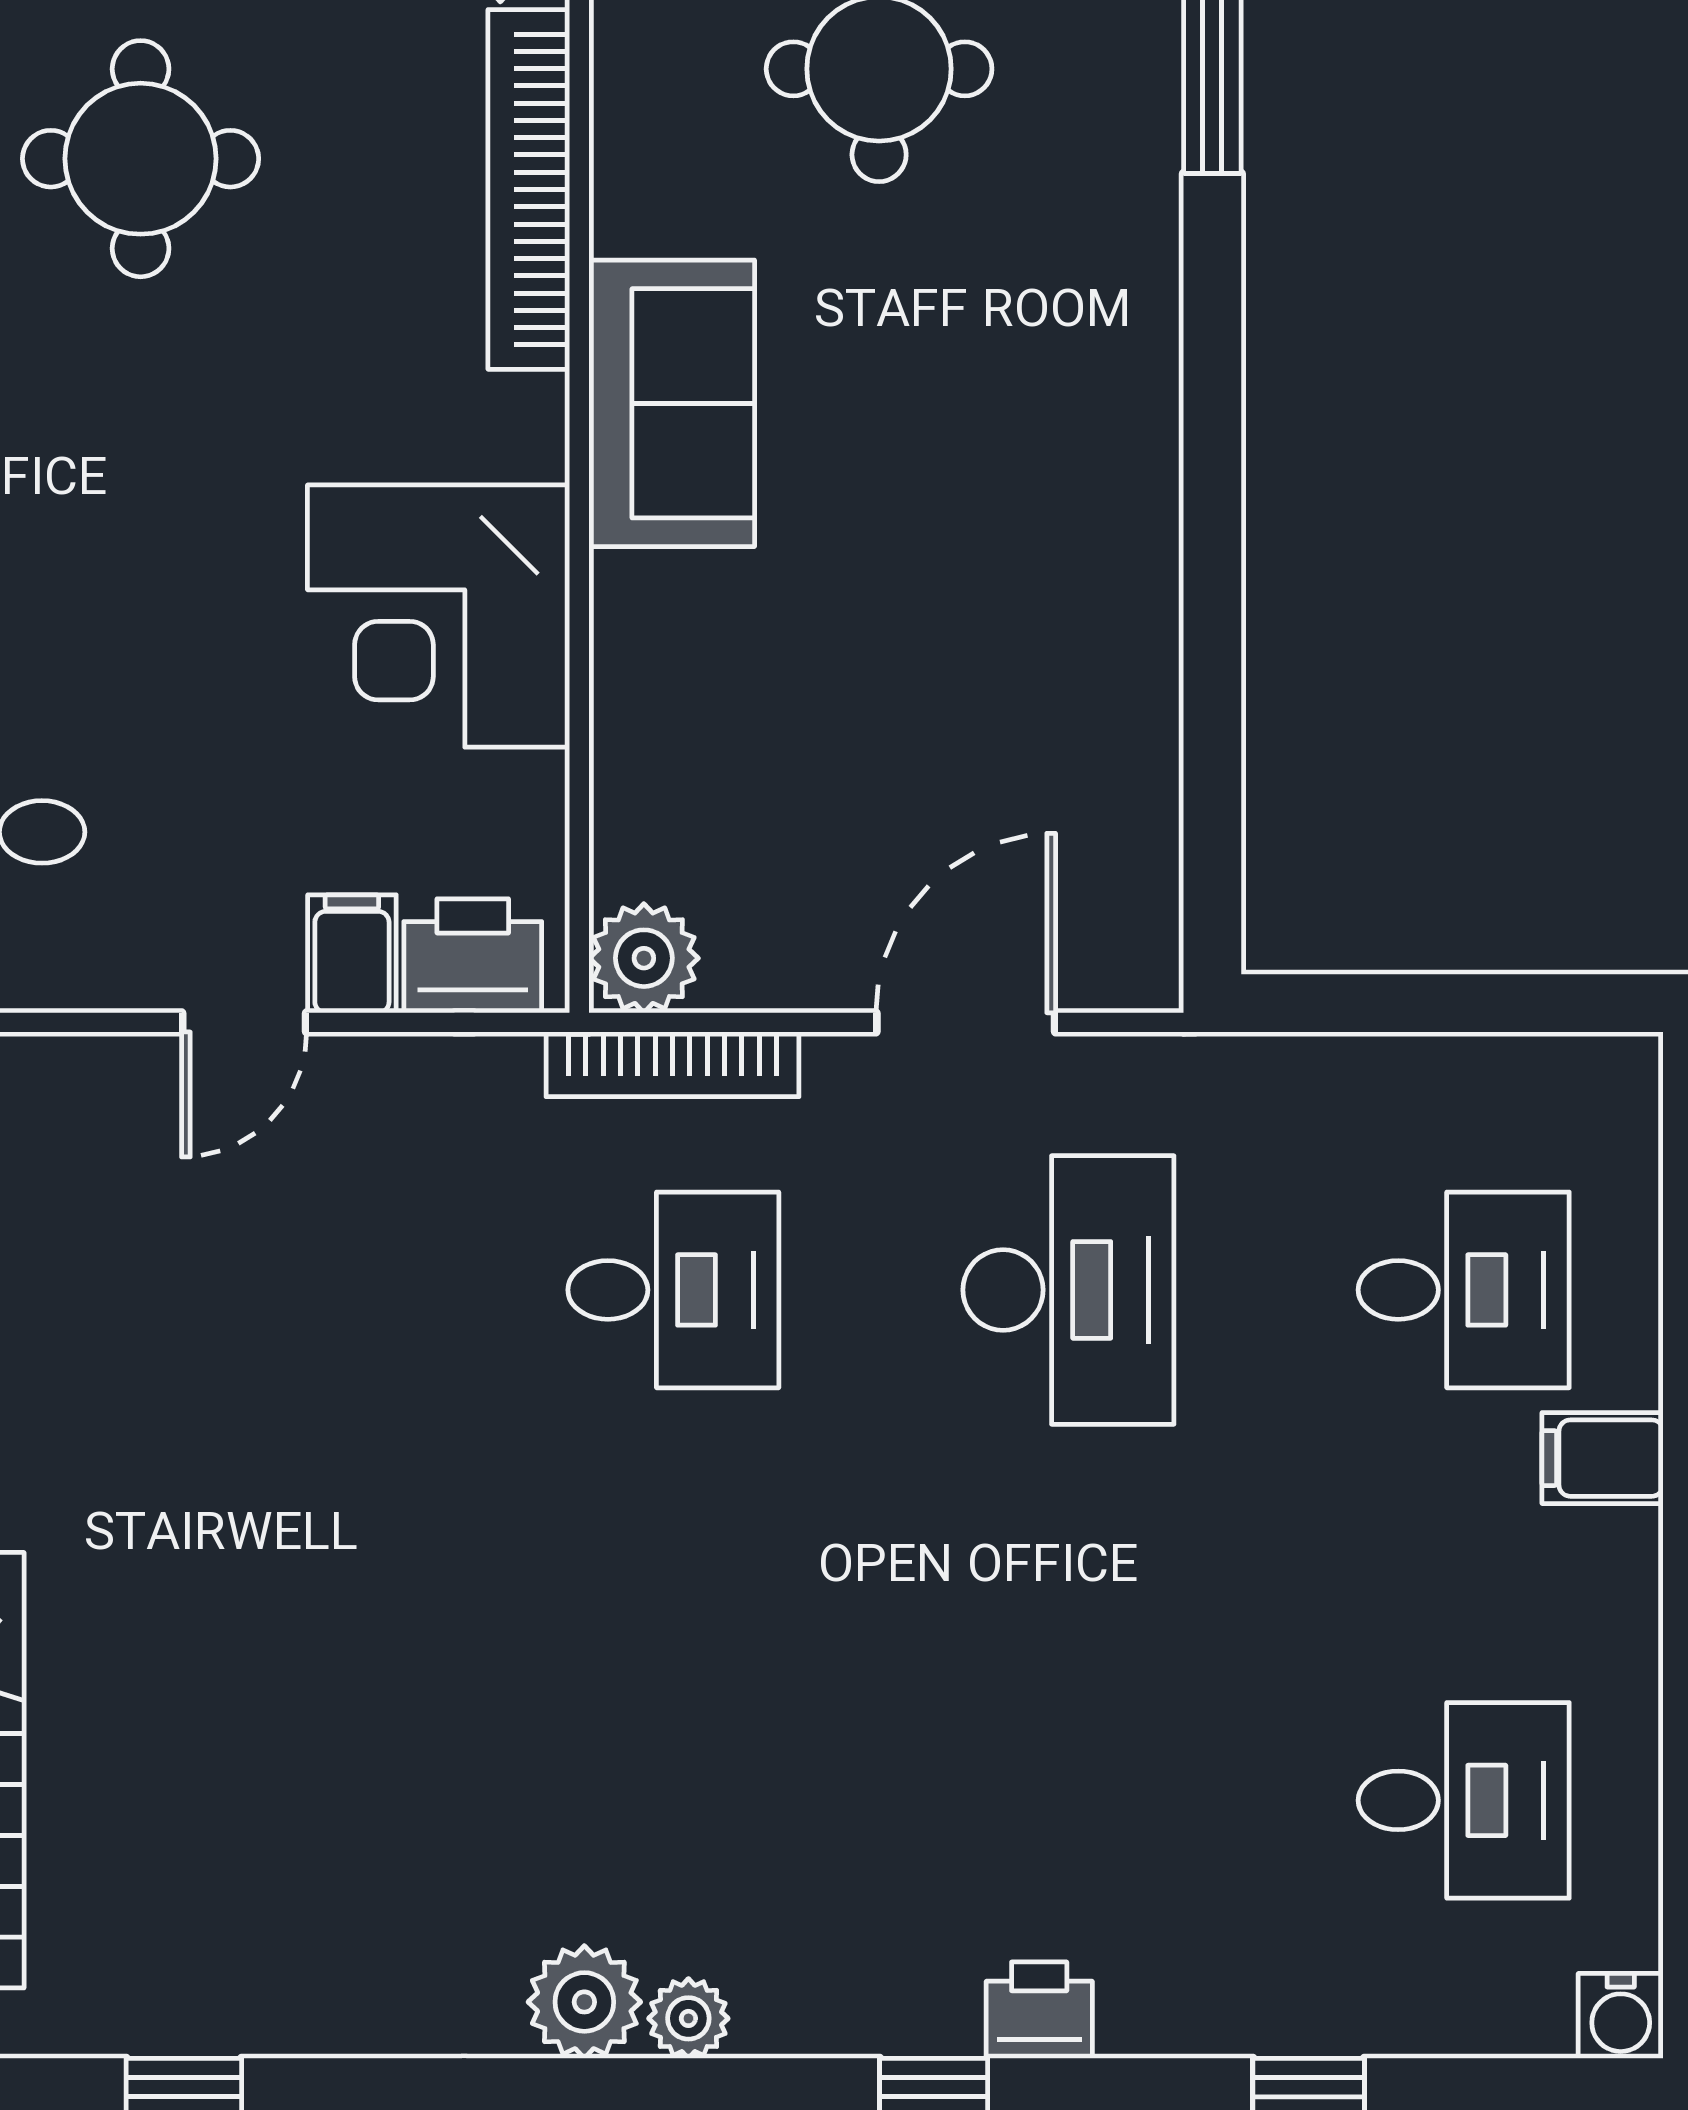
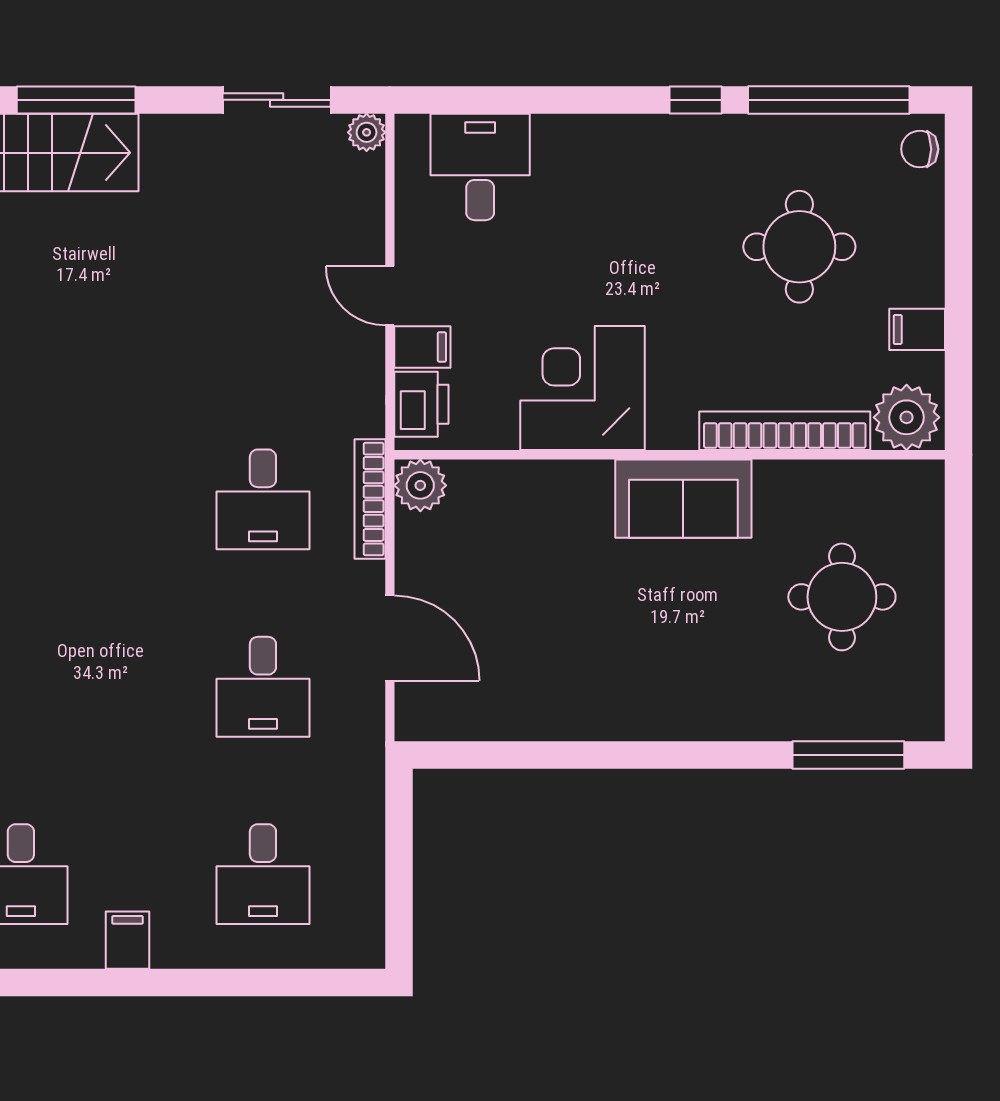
desk: (1068, 1290) -> (263, 687), width x0.73
filing cabinet: (1603, 1458) -> (127, 940), moved

